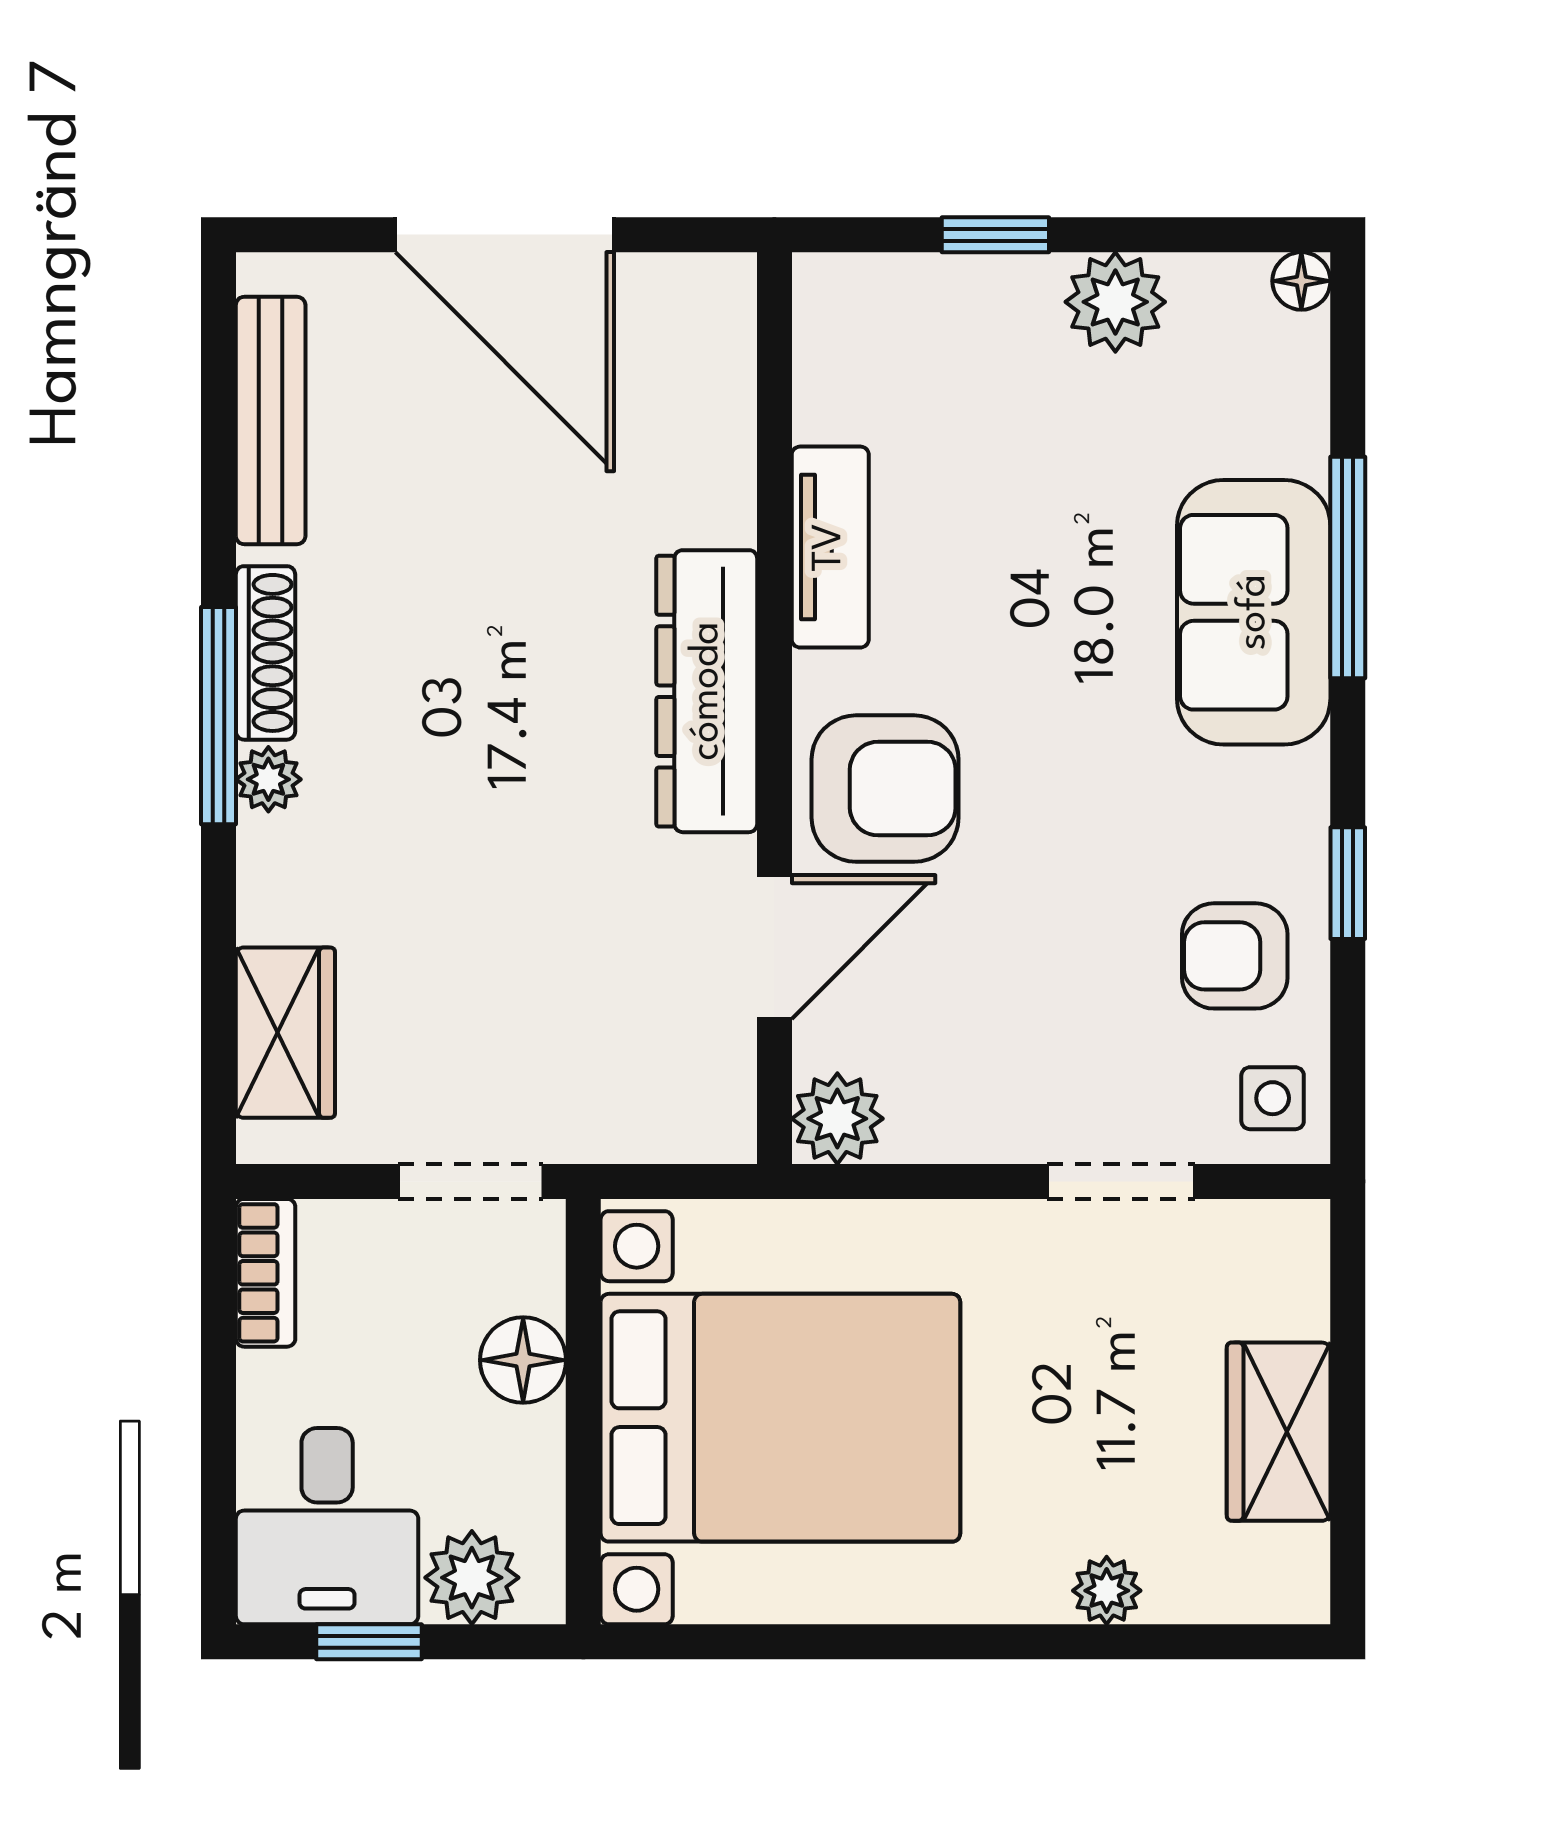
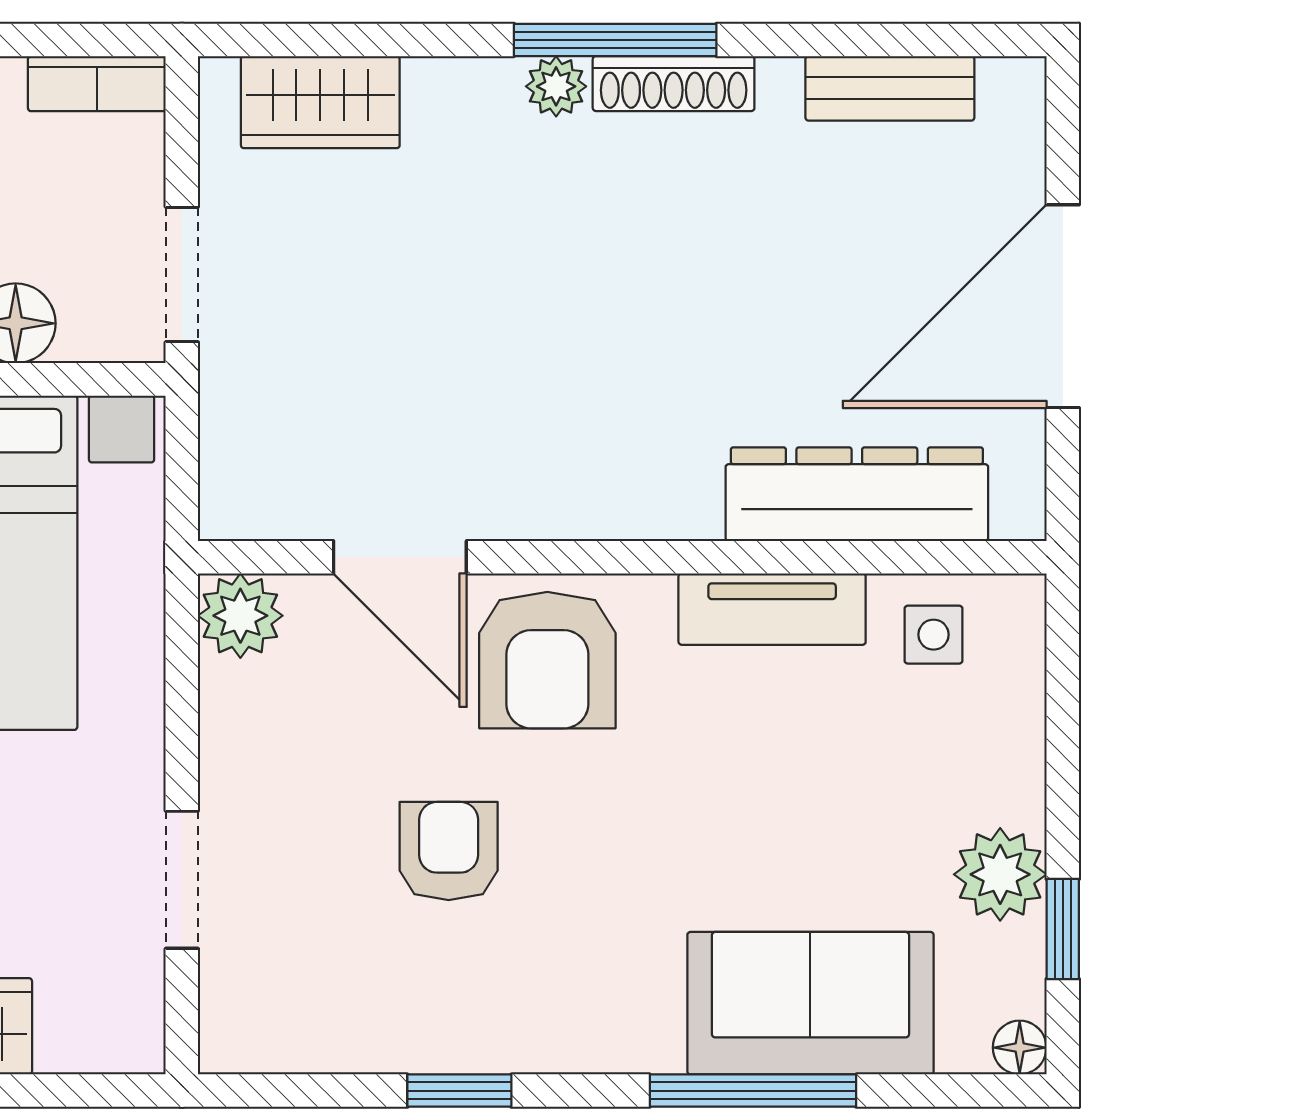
window: (995, 235) -> (1063, 929), moved
bench: (271, 420) -> (890, 88), width x0.73
sofa: (1254, 612) -> (810, 1003), moved
dresser: (707, 691) -> (857, 494), moved
armchair: (1235, 956) -> (449, 851), moved
side table: (1273, 1098) -> (933, 635), moved

